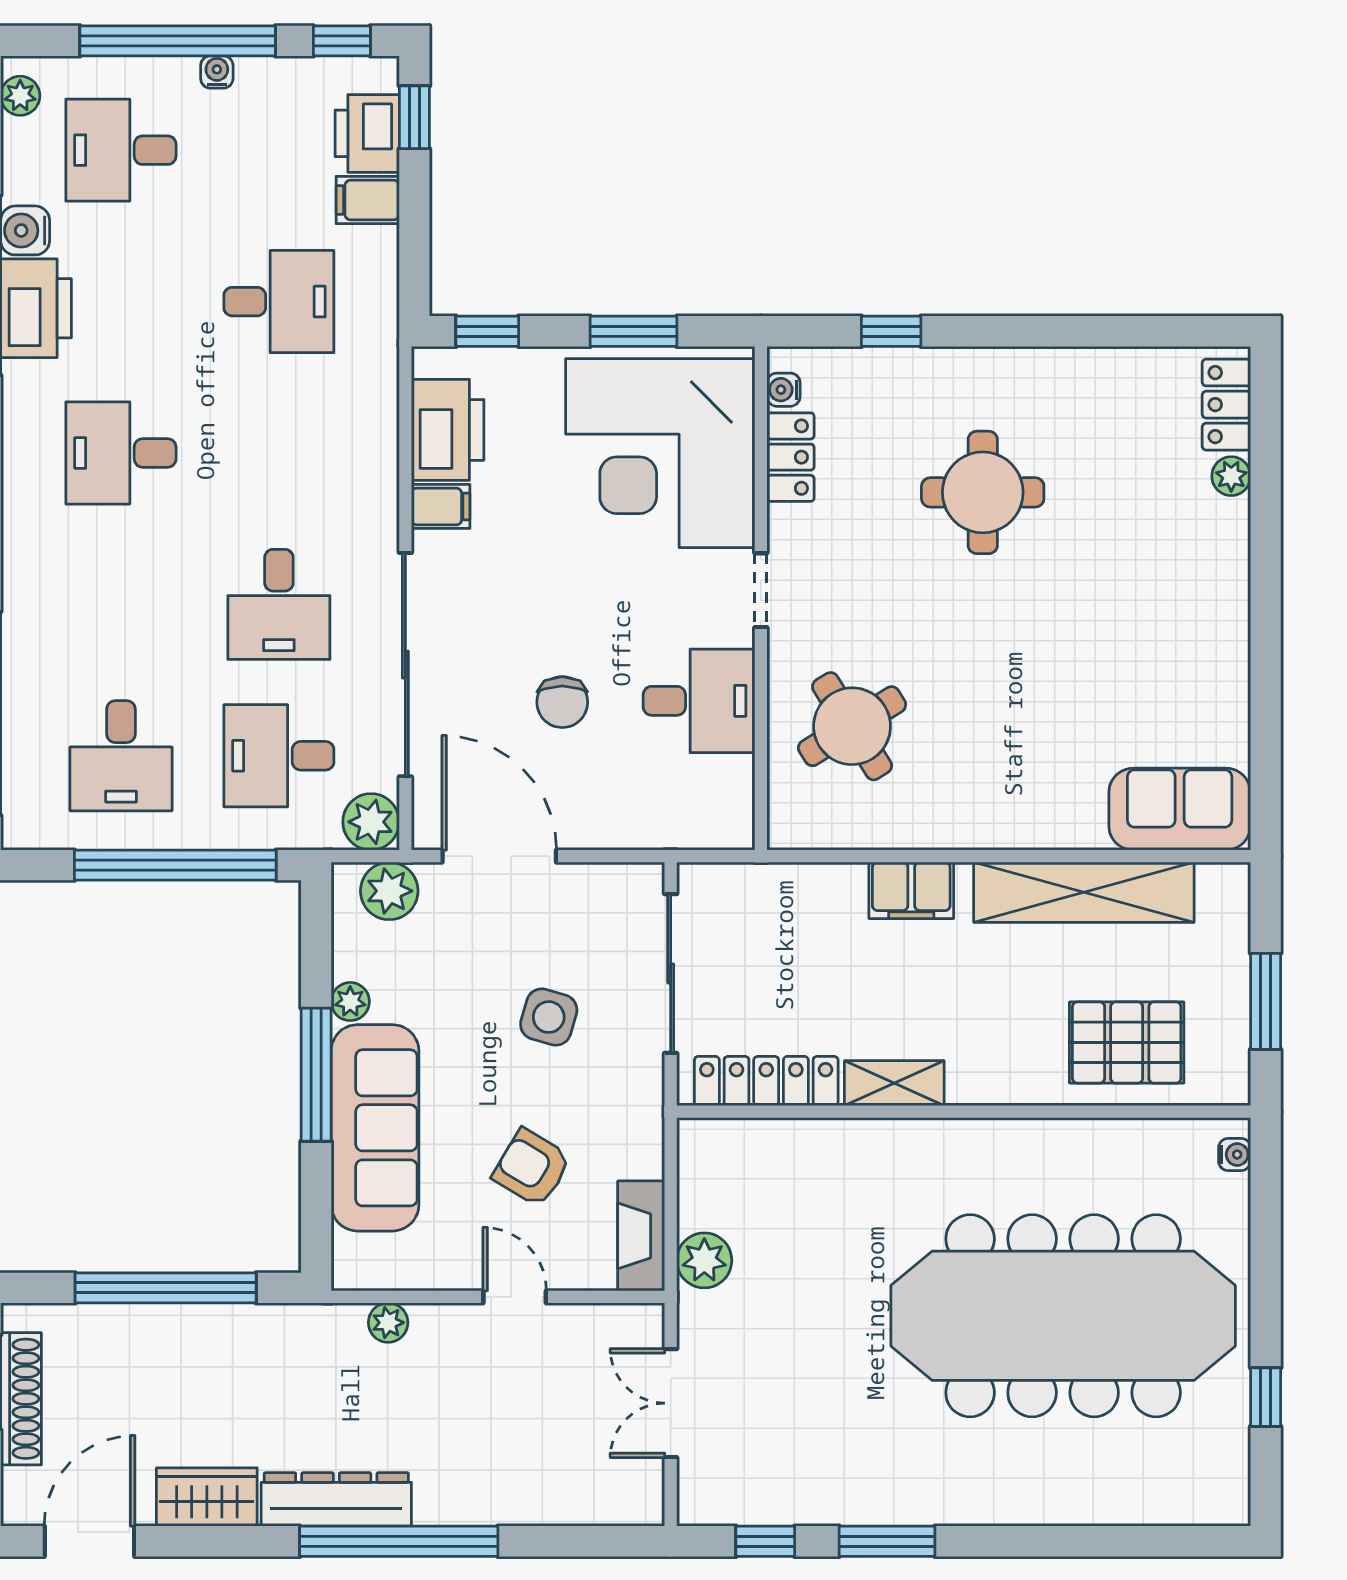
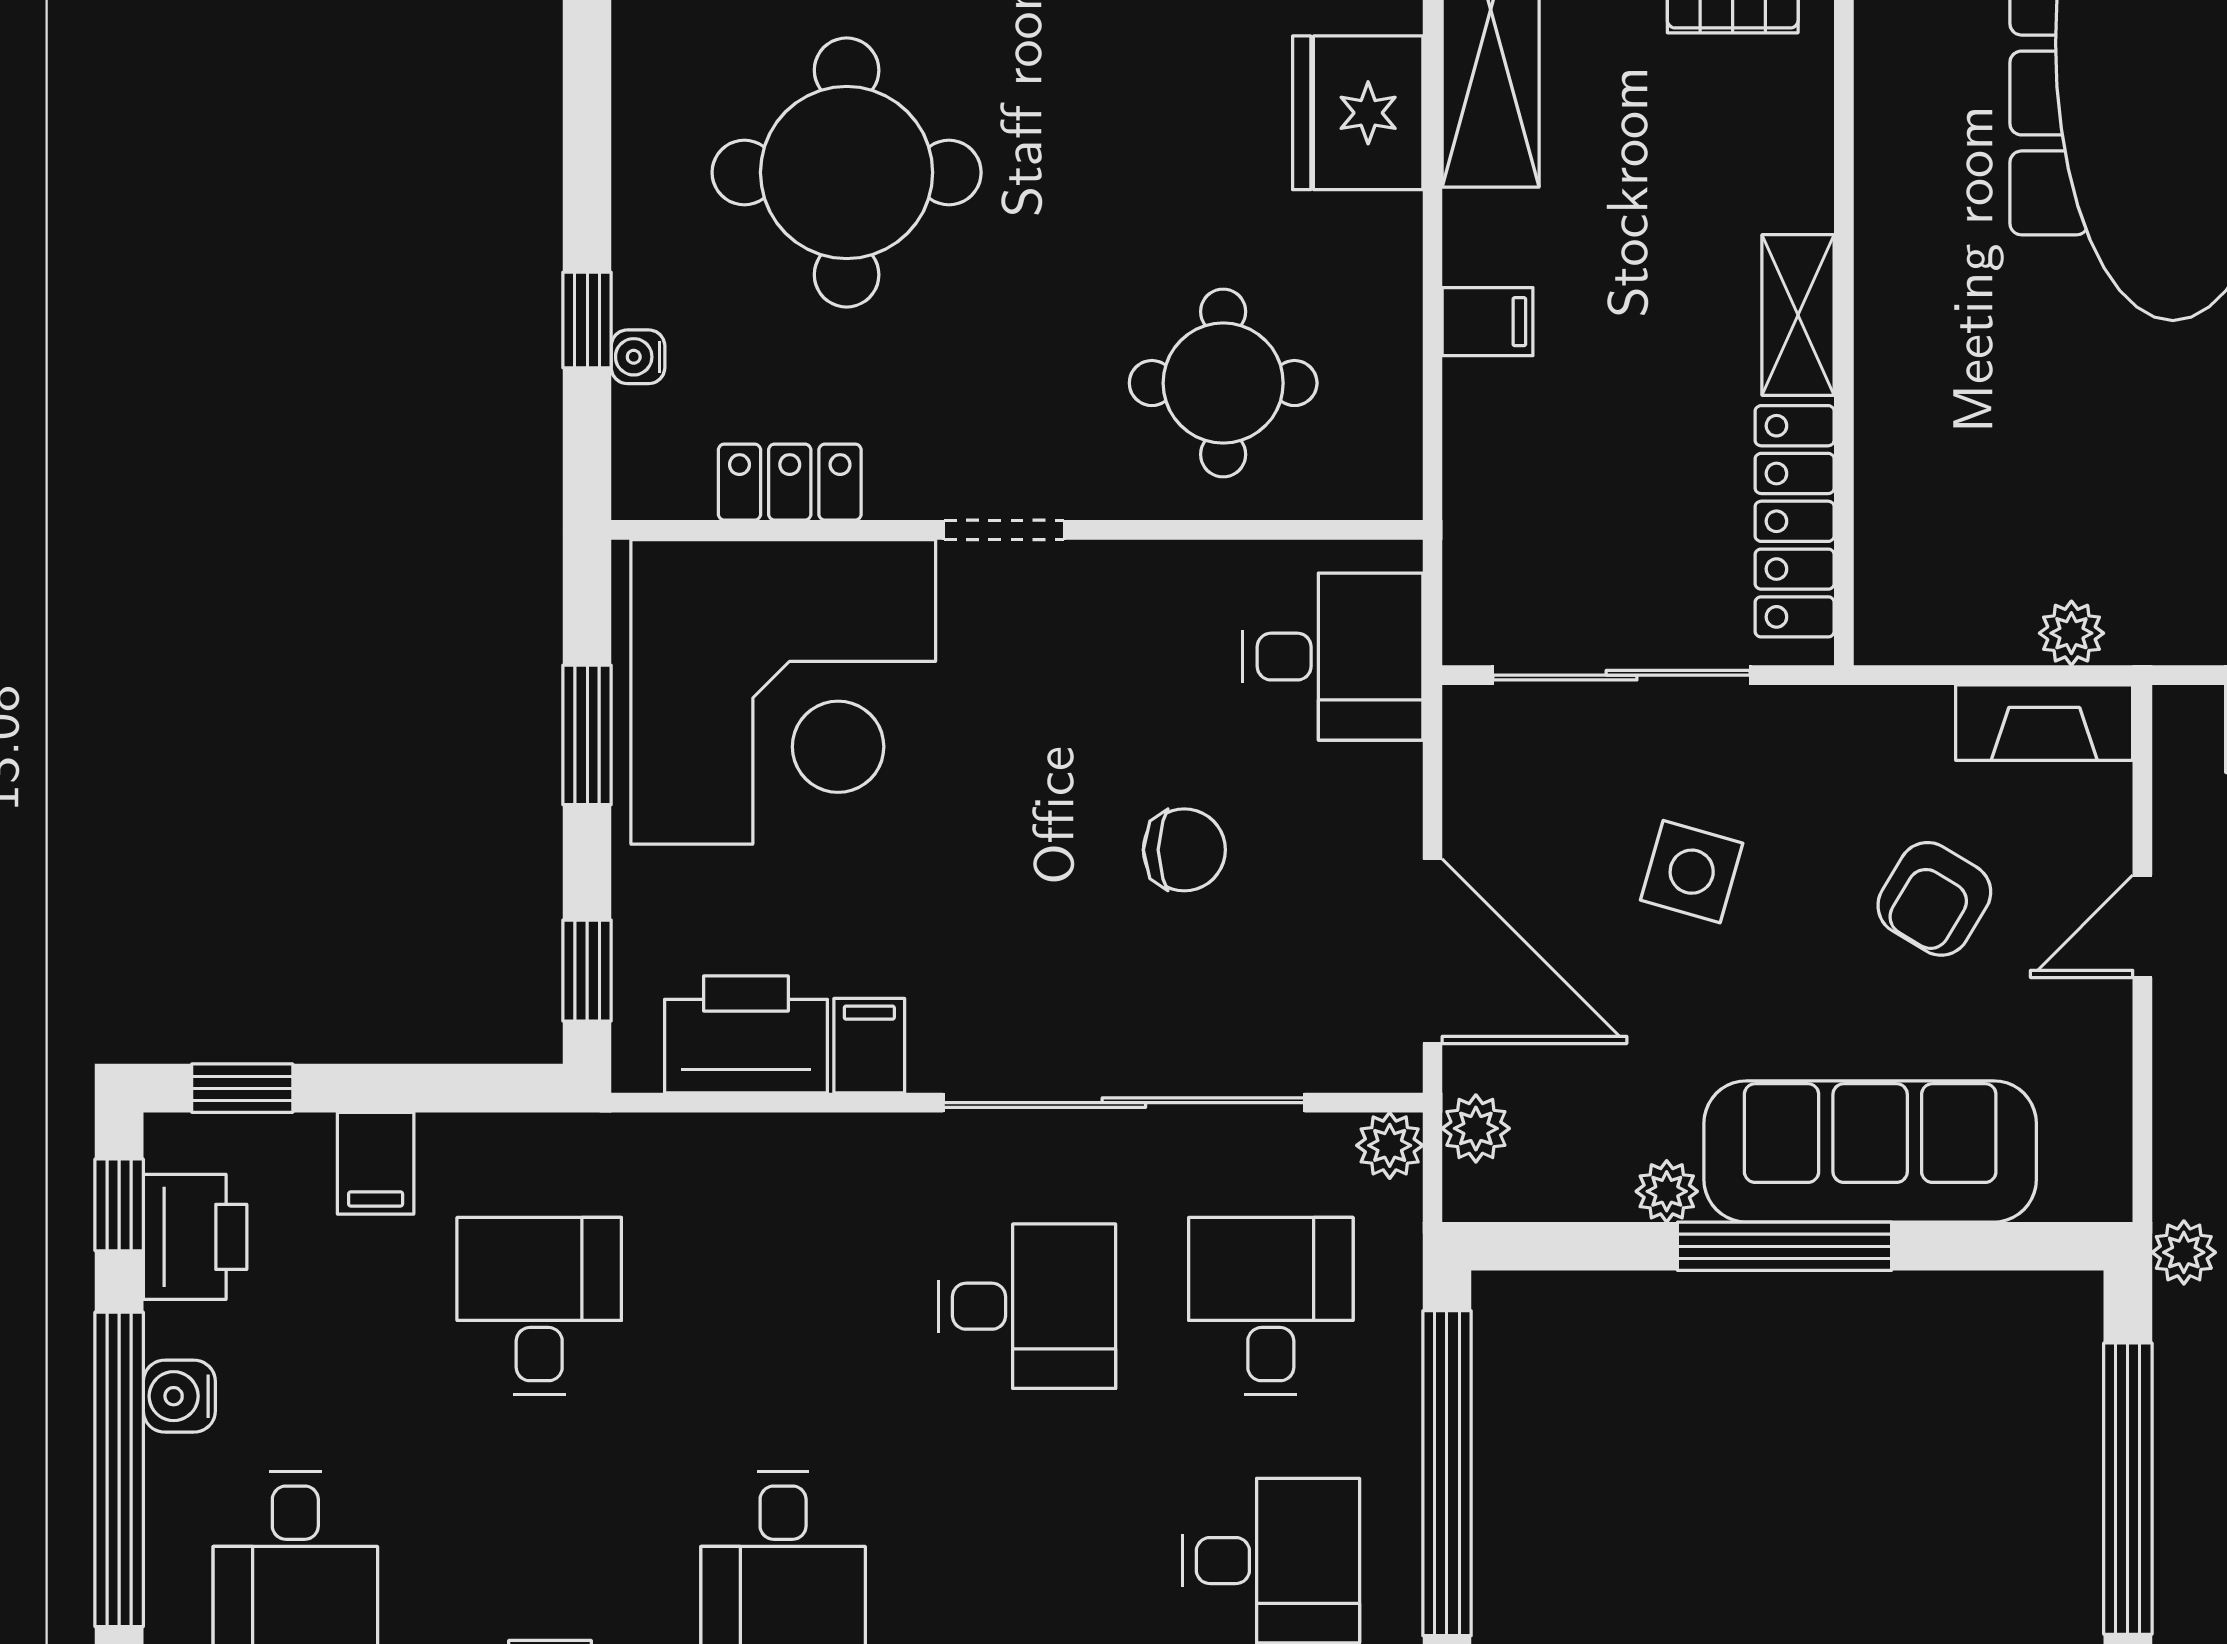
water cooler: (217, 72) -> (179, 1396), width x1.38, depth x1.38
printer: (367, 133) -> (195, 1237), moved, turned -90
water cooler: (783, 390) -> (638, 357), moved, turned 90
round table: (983, 492) -> (847, 172), width x1.36, depth x1.36
desk: (699, 701) -> (1333, 657), moved, turned 90
round table: (852, 726) -> (1223, 383), turned 32
desk: (279, 756) -> (1271, 1306), turned 180
fridge: (1020, 810) -> (1358, 113), added
plant: (371, 822) -> (1390, 1145), width x0.73, depth x0.73
door: (499, 856) -> (1432, 951), swing flipped
filing cabinet: (911, 890) -> (1488, 322), width x0.50
plant: (389, 891) -> (1476, 1128), width x0.73, depth x0.73
plant: (704, 1260) -> (2071, 633), width x0.73, depth x0.73
plant: (388, 1323) -> (2184, 1252), moved

